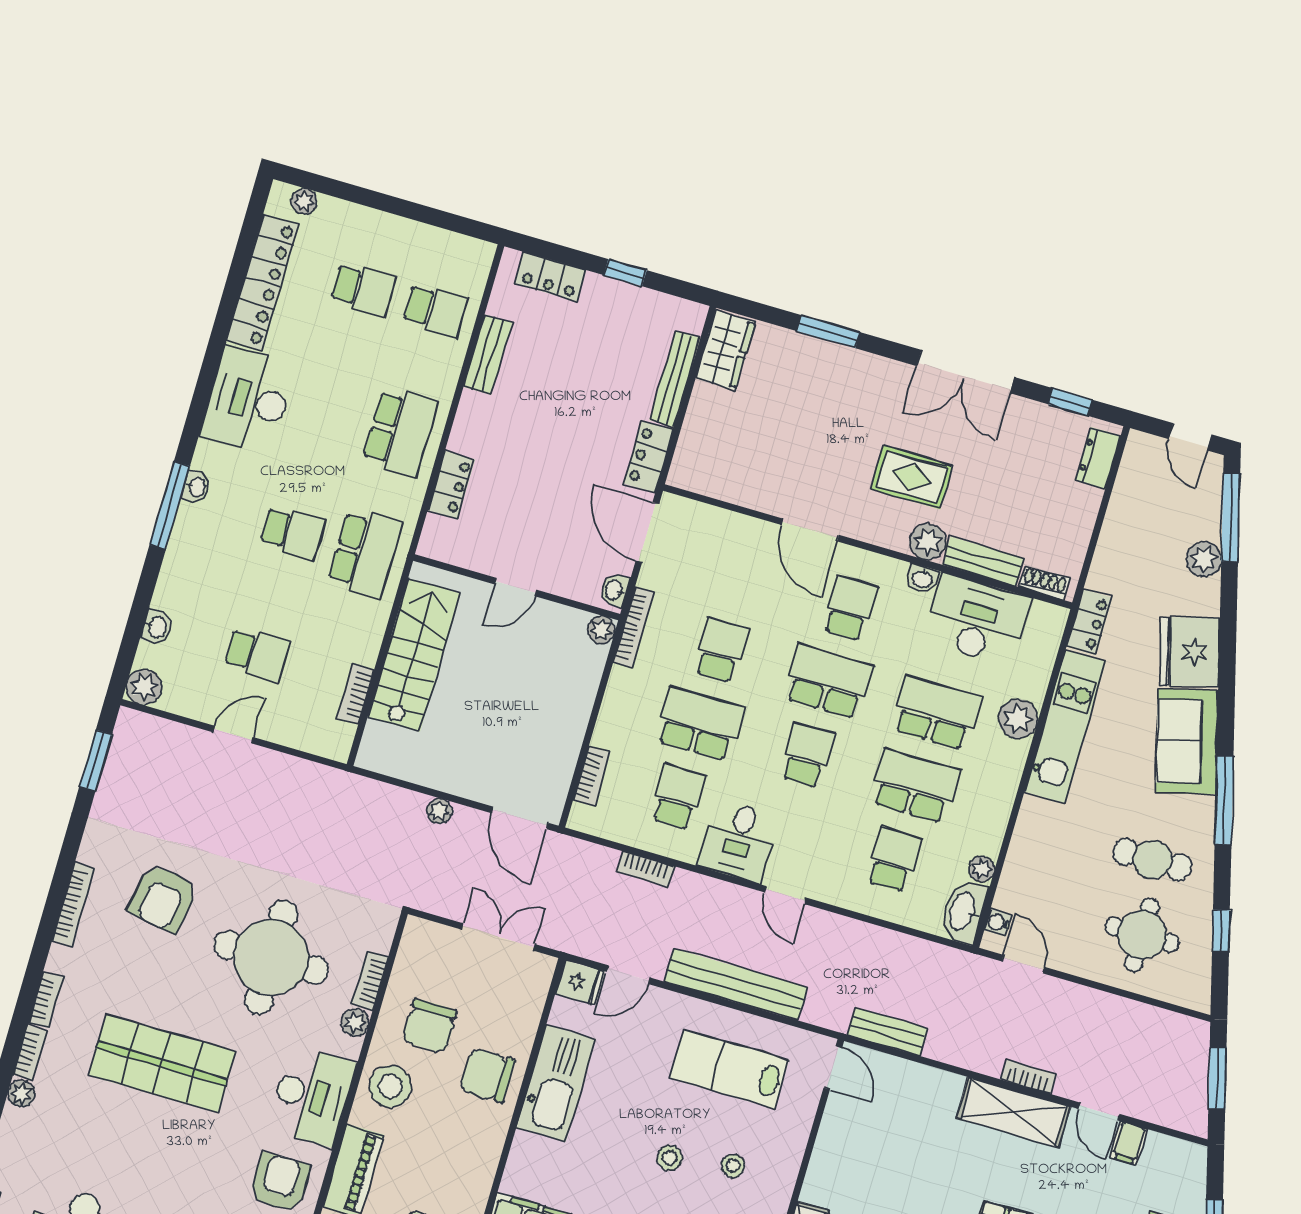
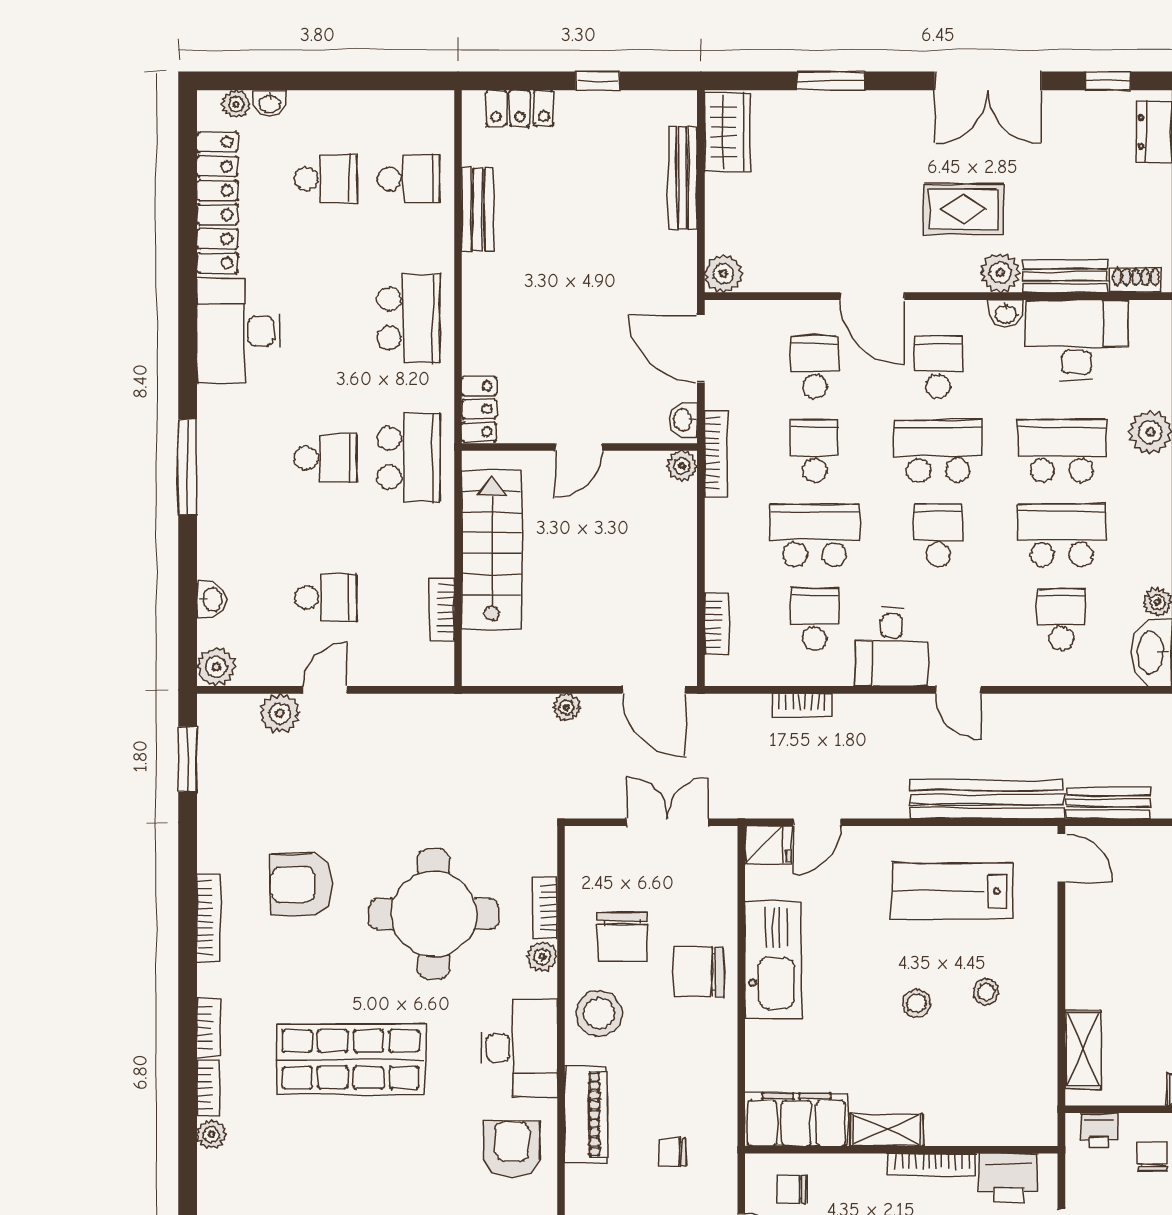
locker: (649, 457) -> (679, 268), removed
plant: (686, 473) -> (723, 274), added
locker: (451, 485) -> (479, 409), moved
washbasin: (196, 487) -> (270, 103), moved, turned 90
school desk: (742, 577) -> (815, 367), added
plant: (188, 744) -> (280, 713), added
armchair: (163, 898) -> (301, 884), turned 80
bench: (736, 984) -> (987, 799), moved

